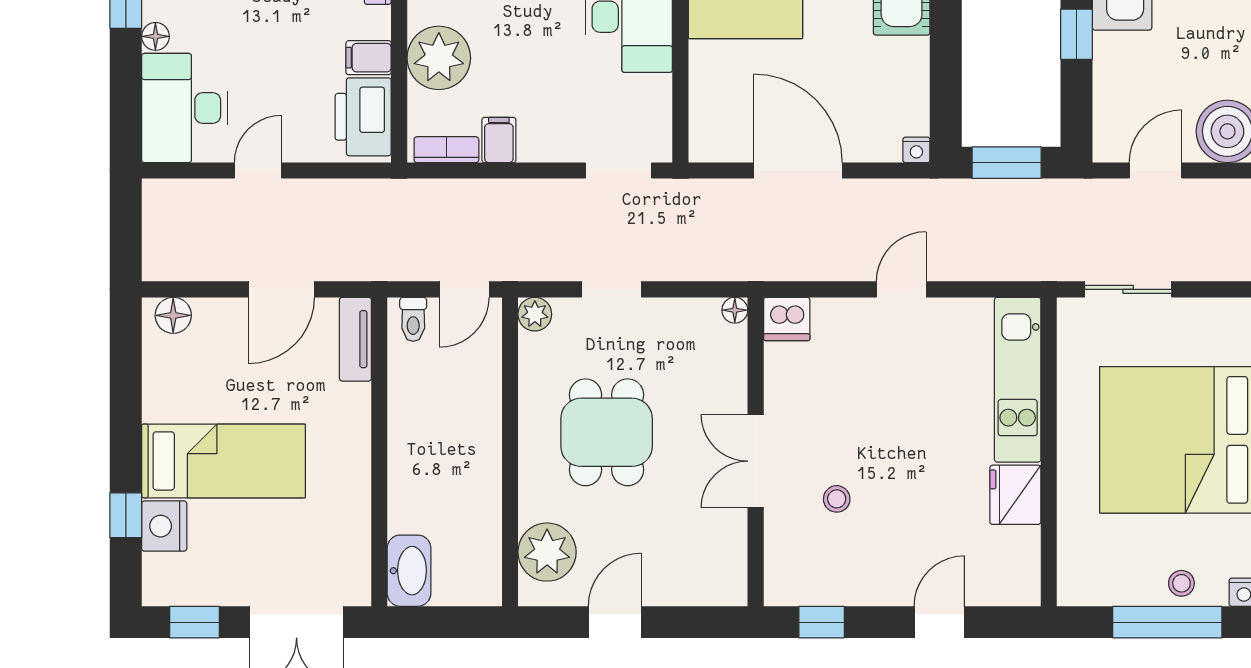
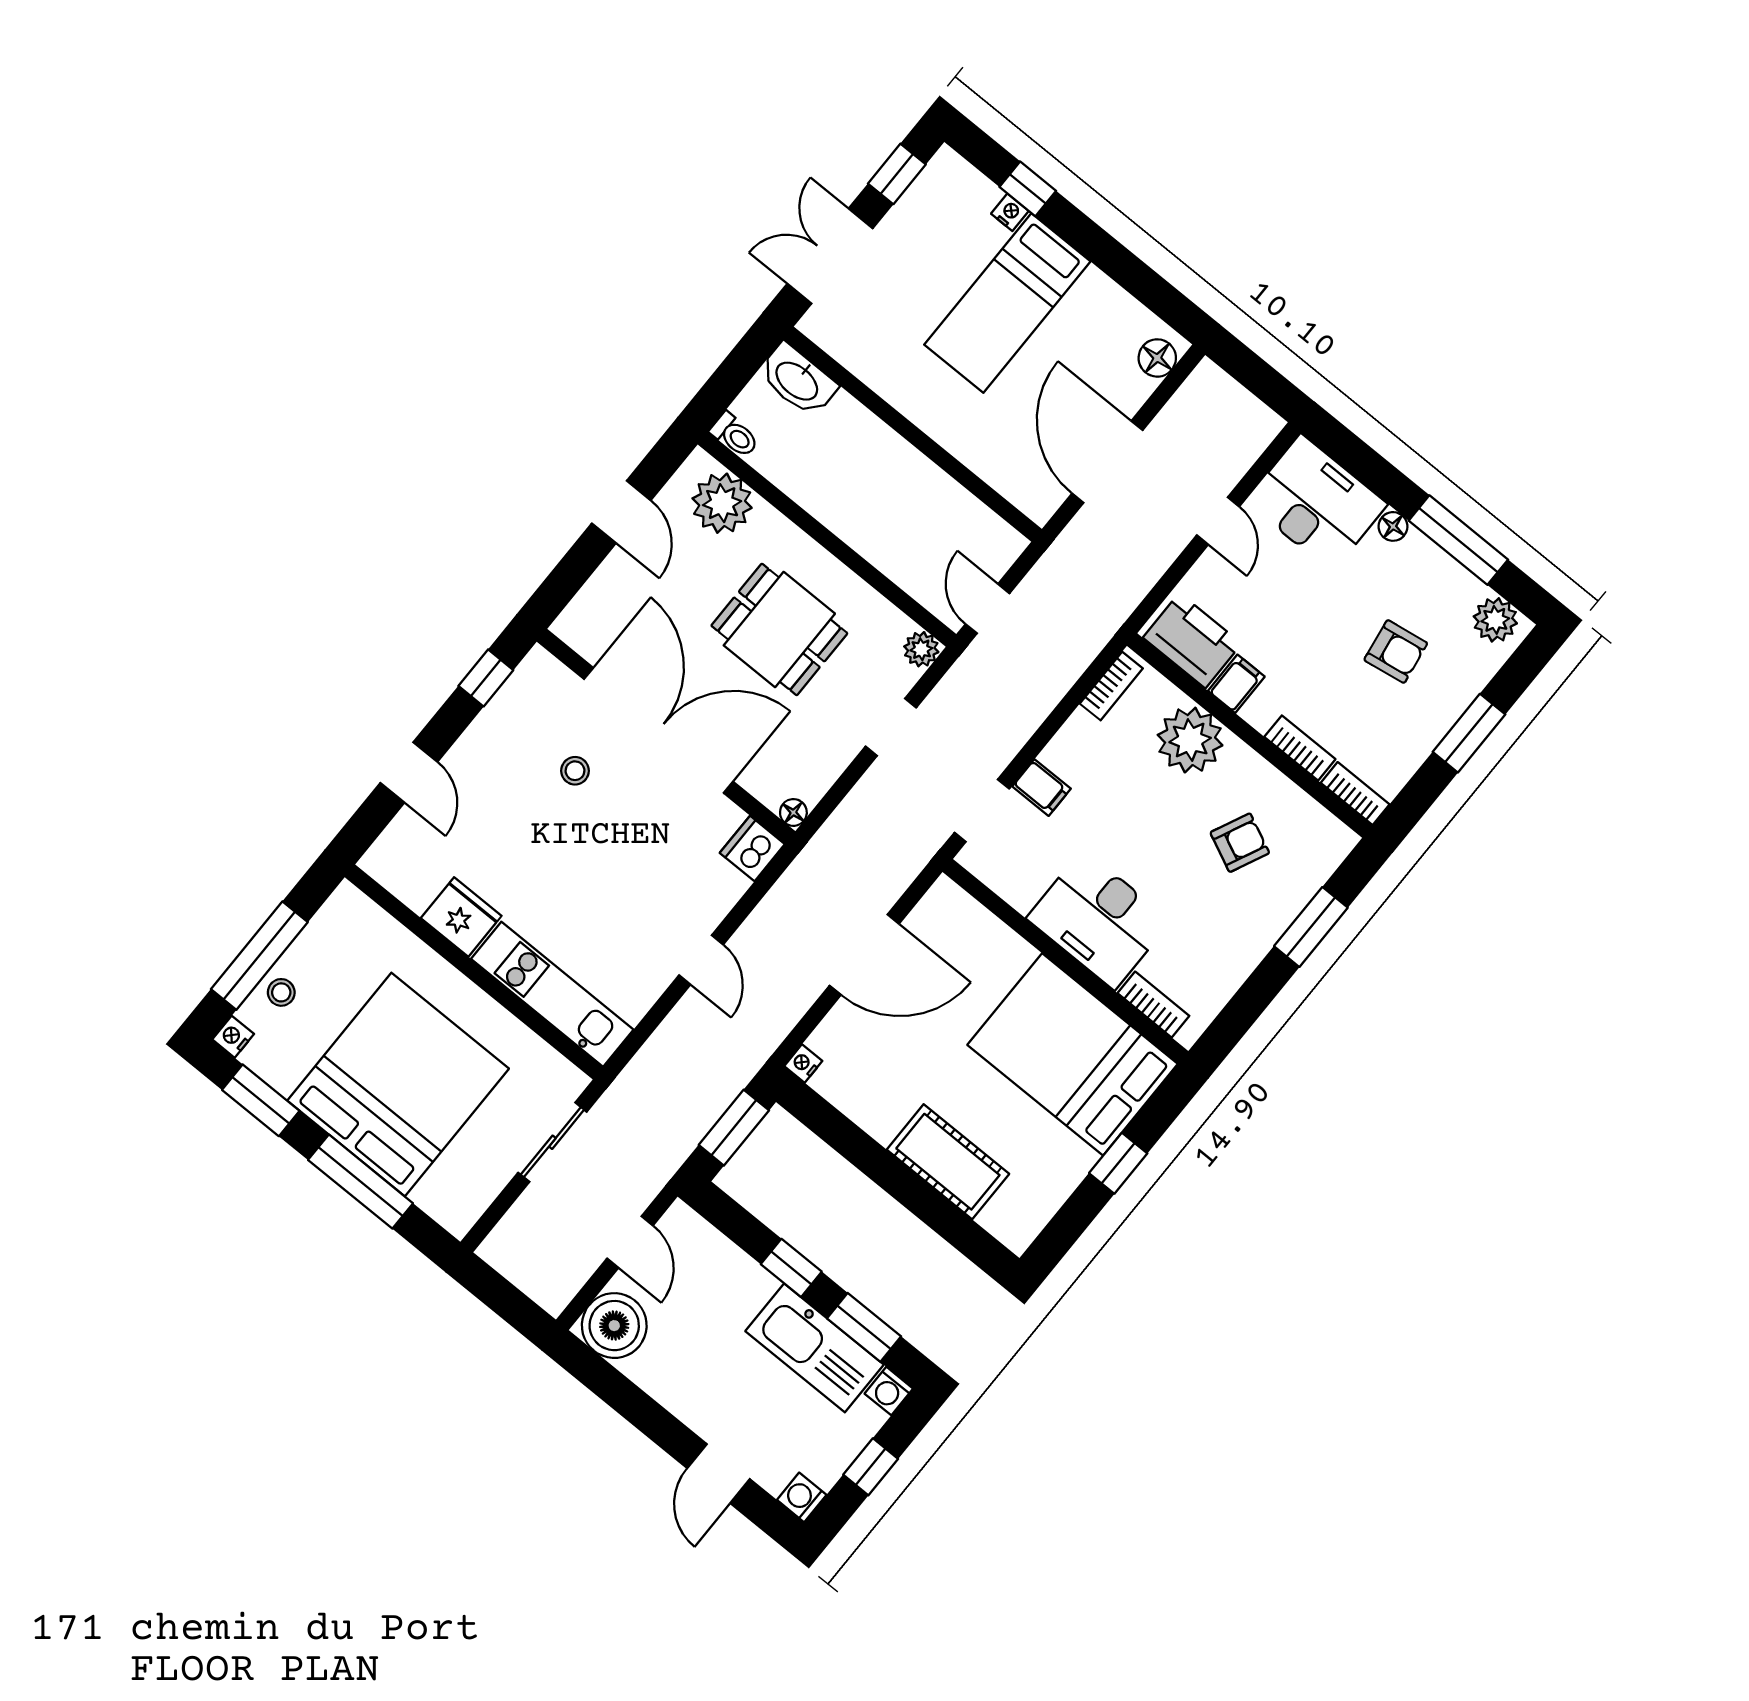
filing cabinet: (499, 140) -> (1042, 788), moved
door: (281, 289) -> (1107, 462), width x1.36
toilet: (413, 319) -> (735, 435), moved, turned 180
tv unit: (355, 339) -> (1019, 489), removed
double door: (756, 461) -> (658, 730), width x1.87
nightstand: (164, 526) -> (1010, 212), width x0.53, depth x0.56

